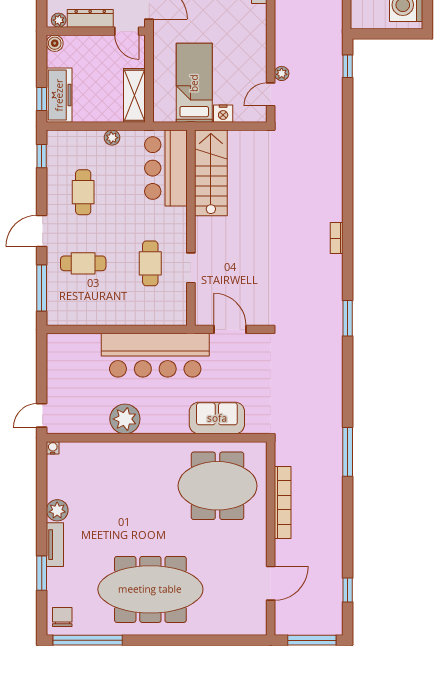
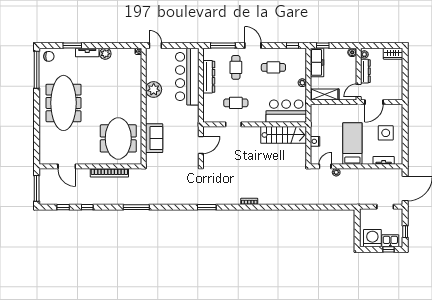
window: (348, 66) -> (87, 207), moved
bed: (194, 83) -> (352, 144), moved, turned -90
door: (271, 94) -> (325, 166), hinge flipped
freezer: (59, 95) -> (317, 62), moved, turned -90
dresser: (101, 315) -> (209, 77), added
bar counter: (155, 355) -> (187, 77), moved

